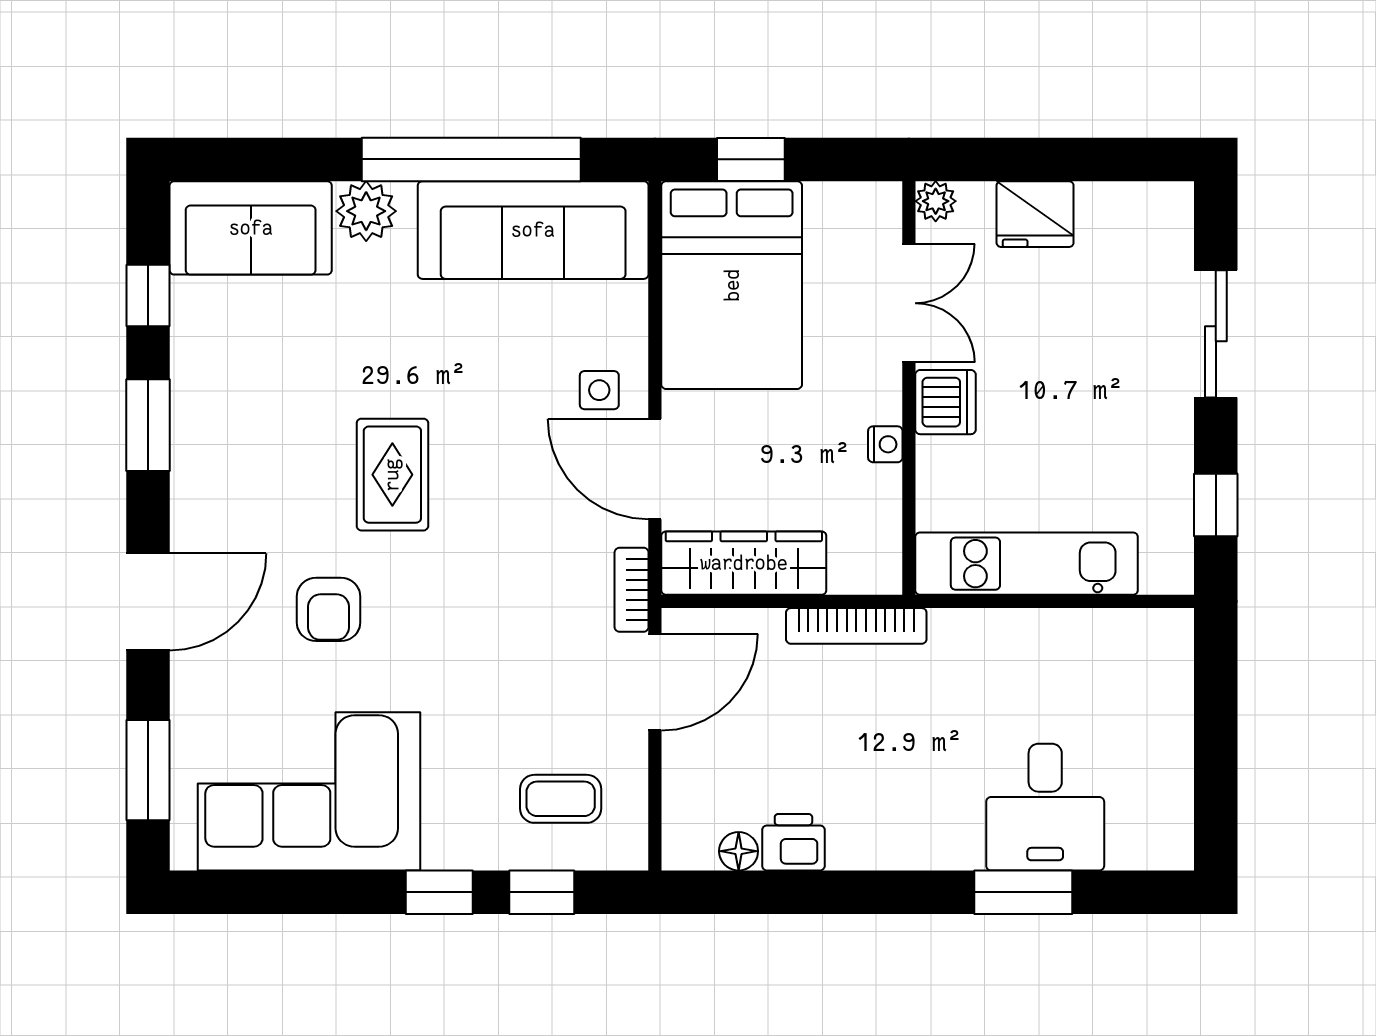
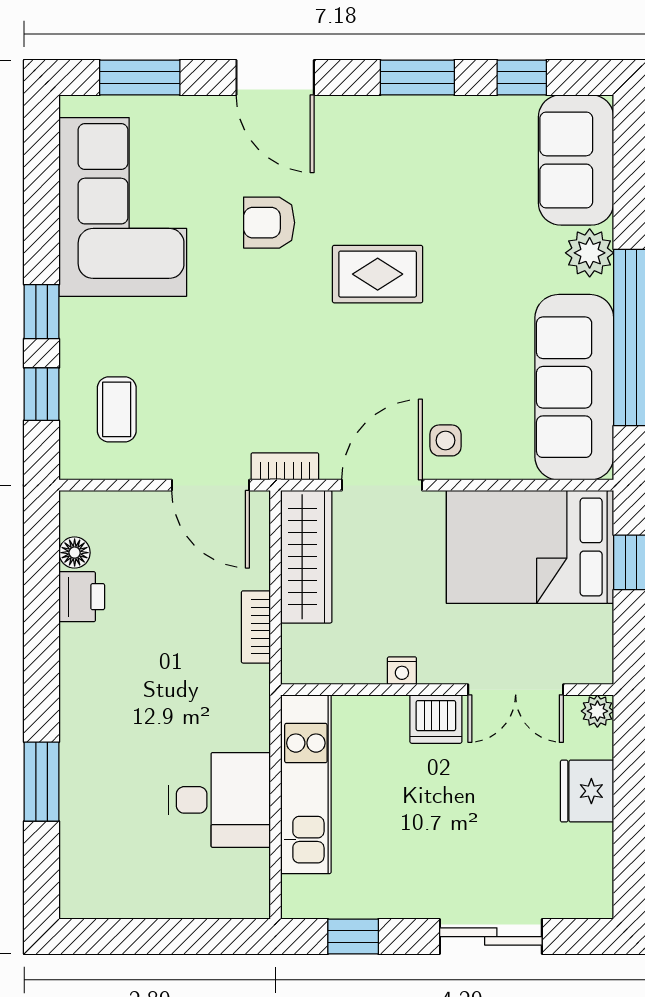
bookcase: (856, 626) -> (256, 627), width x0.64
desk: (1045, 807) -> (219, 800), moved, turned 180

